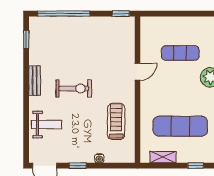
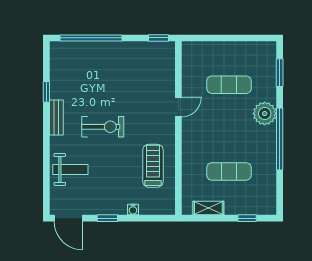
window: (26, 39) -> (46, 92), moved
exercise mat: (180, 126) -> (229, 171), width x0.73, depth x0.69

